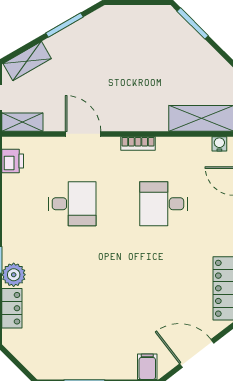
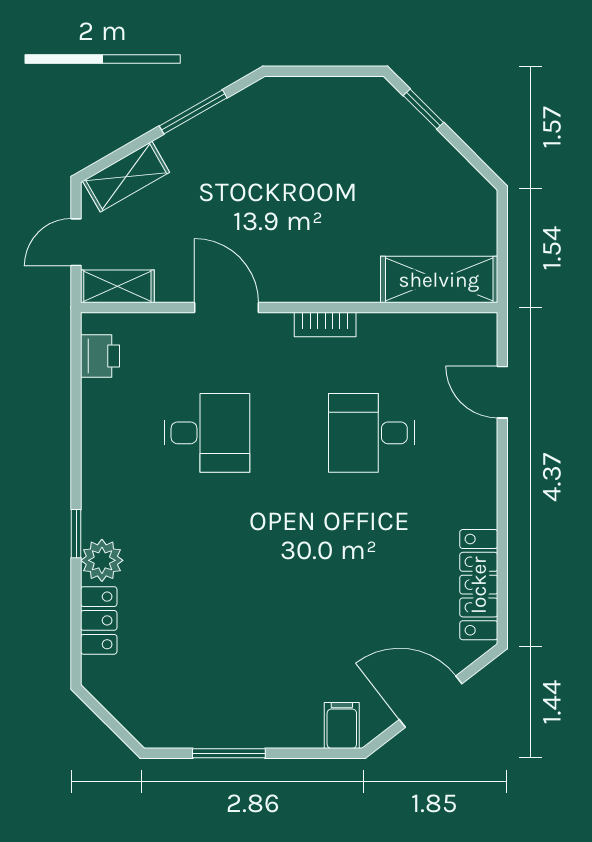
window: (193, 23) -> (423, 109), width x0.67
water cooler: (219, 144) -> (471, 325), removed

